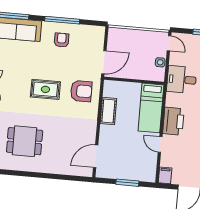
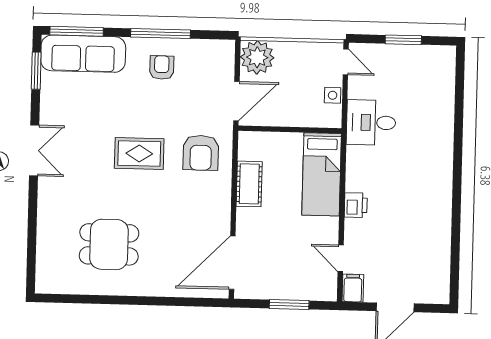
plant: (118, 37) -> (257, 57), added
armchair: (81, 91) -> (201, 153), turned 90
printer: (173, 121) -> (356, 205), width x0.53, depth x0.68
door: (160, 145) -> (341, 258), moved
door: (96, 156) -> (232, 263), width x1.36

